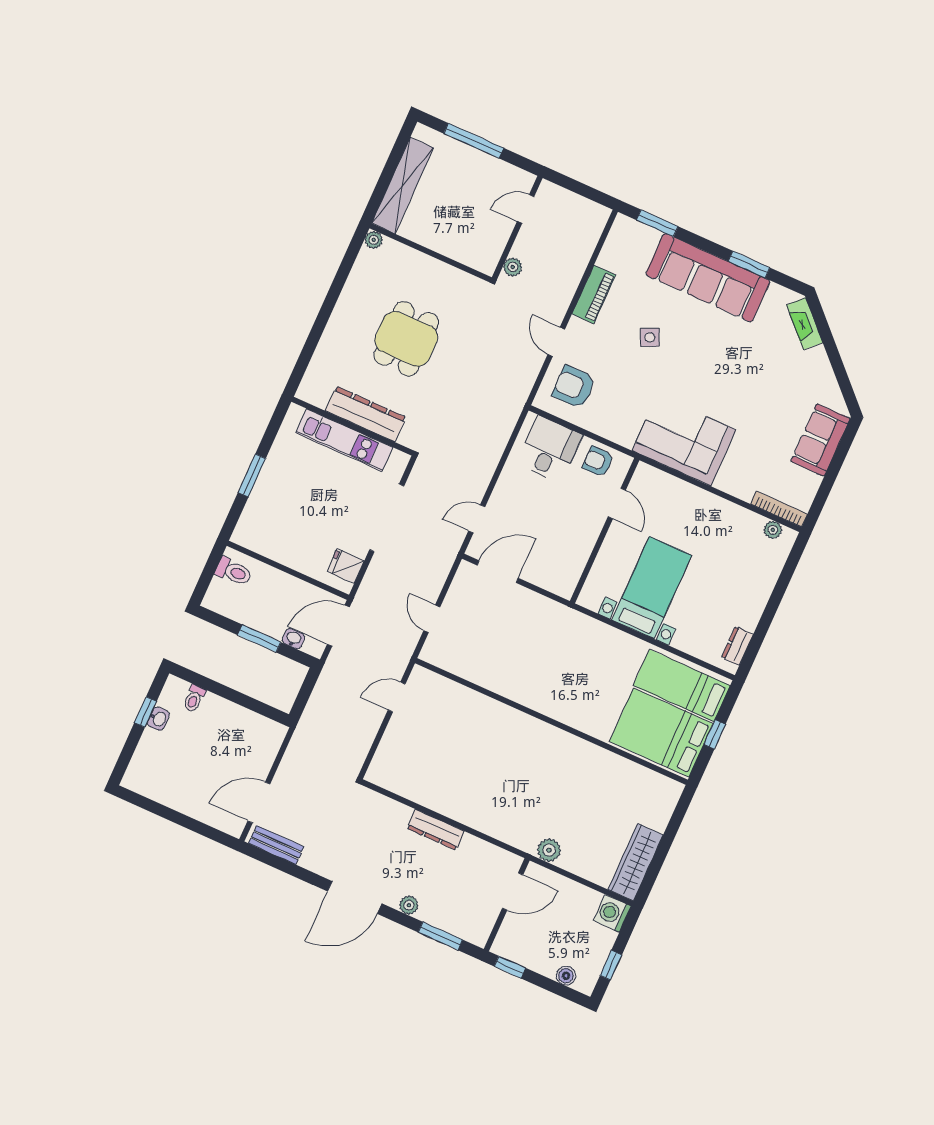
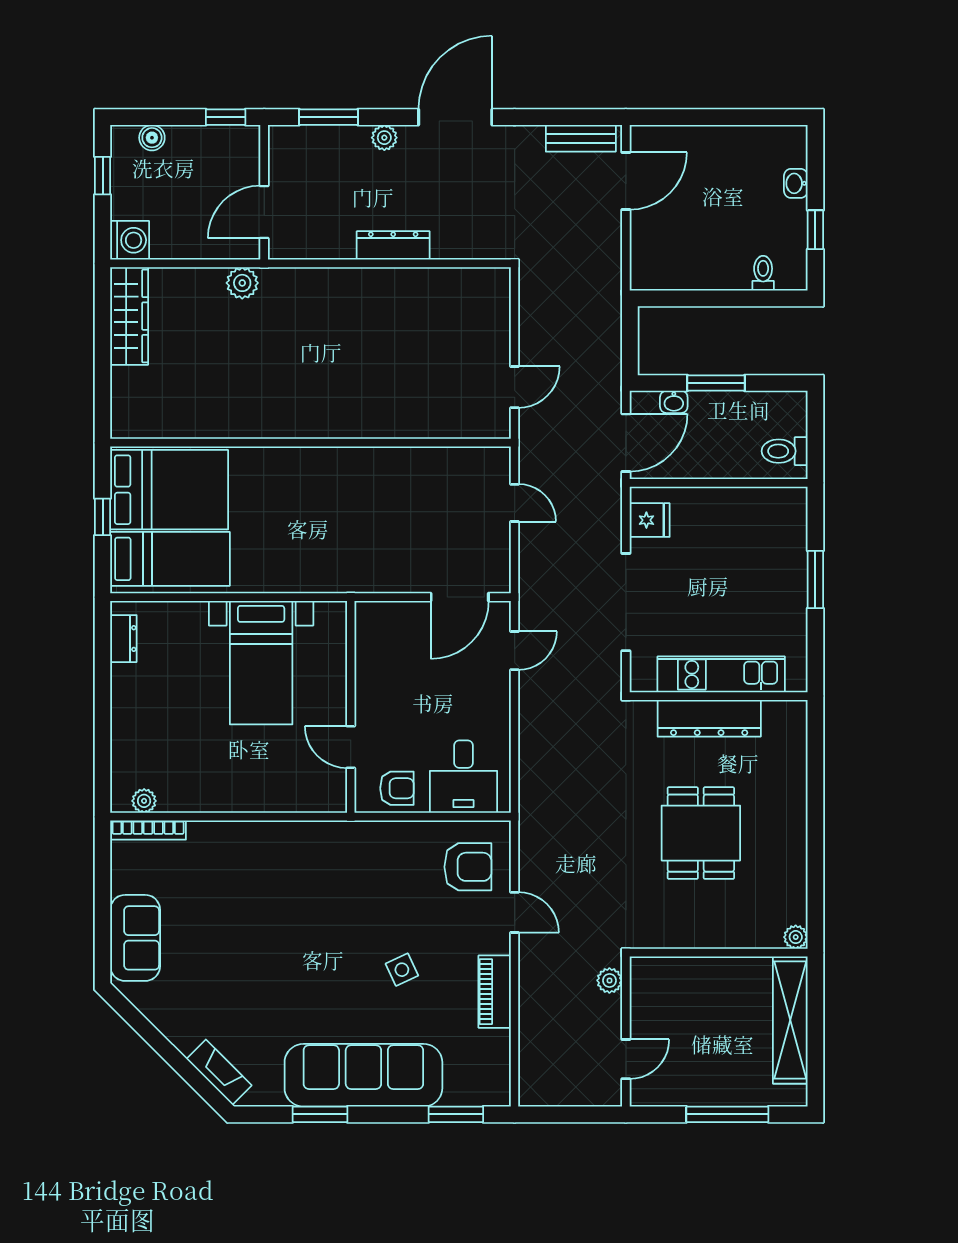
corner sofa: (684, 440) -> (303, 862), removed
washbasin: (158, 719) -> (796, 183), moved

